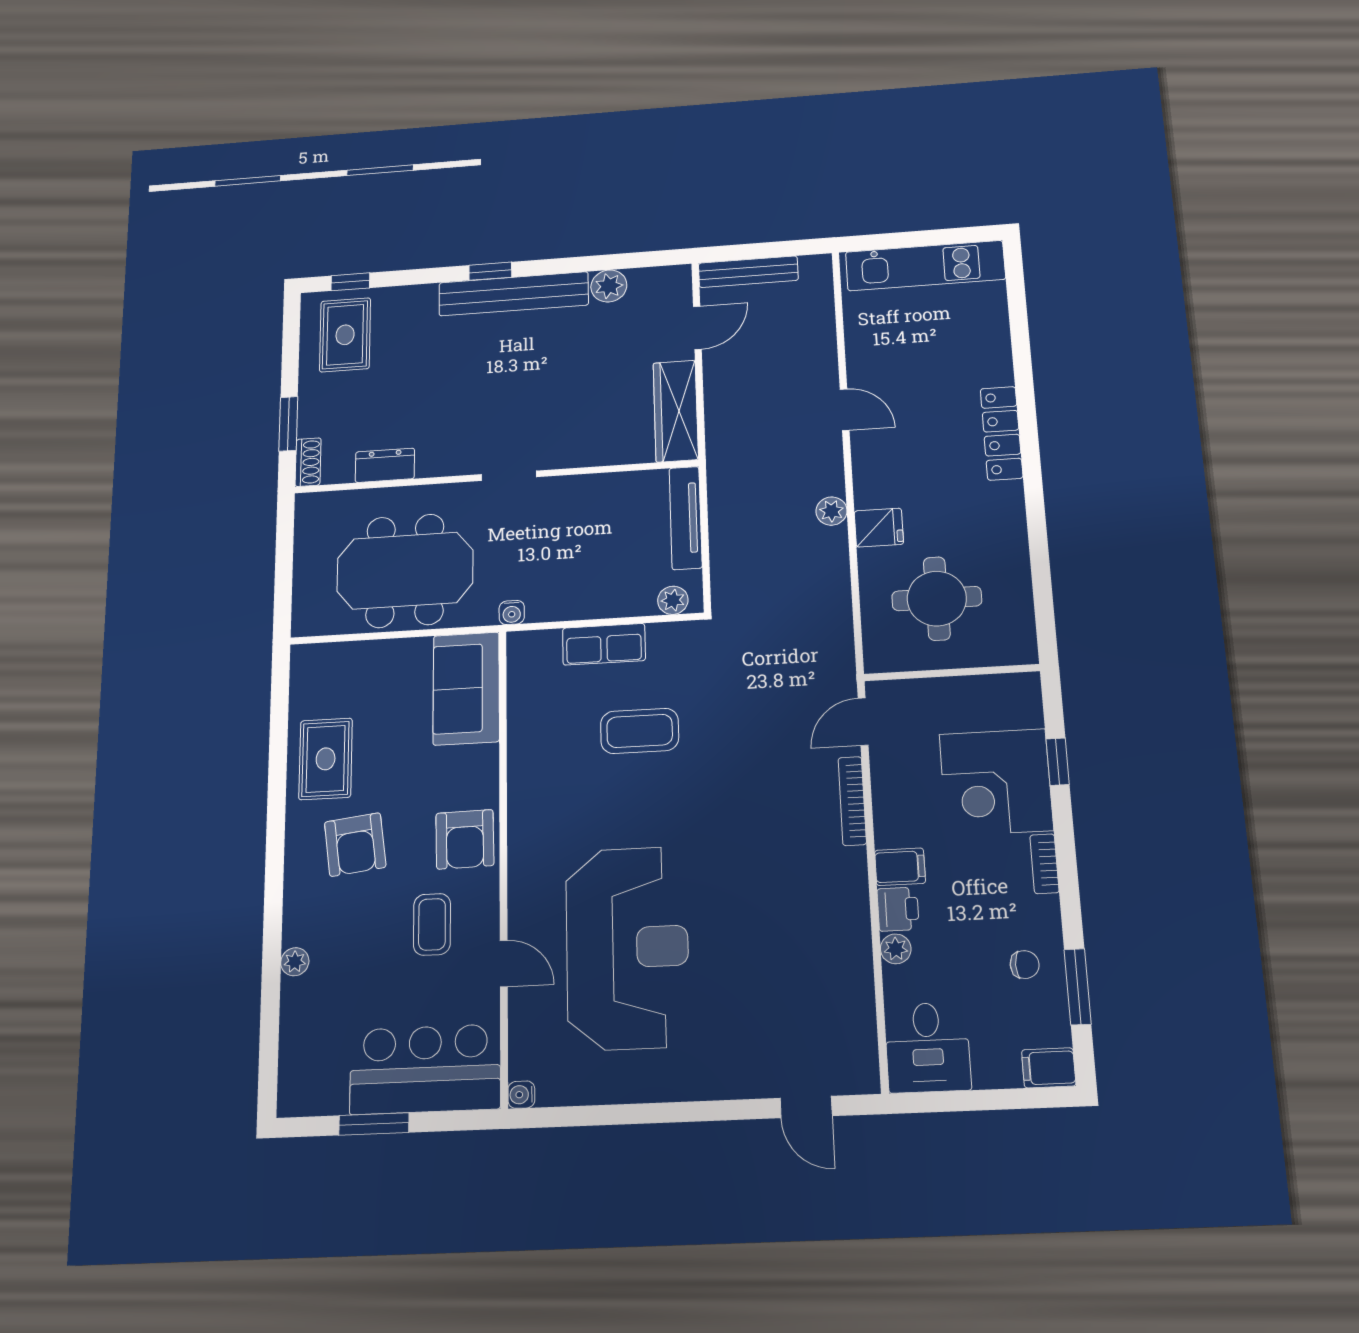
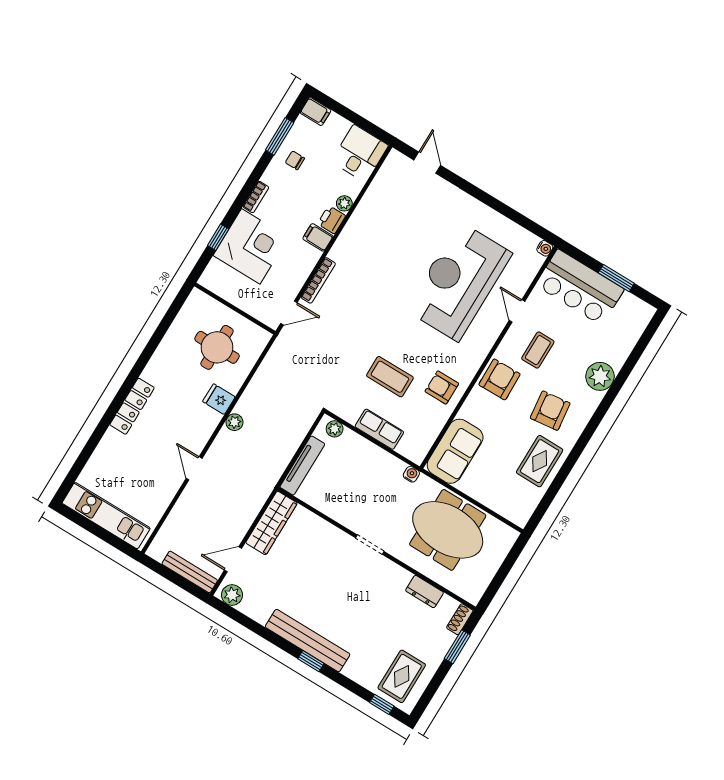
plant: (609, 286) -> (232, 595), moved
armchair: (548, 768) -> (442, 387), added
plant: (295, 962) -> (600, 376), width x1.87, depth x1.87

